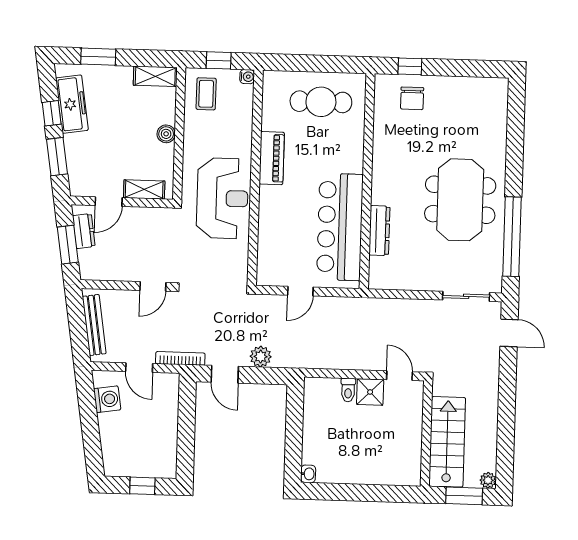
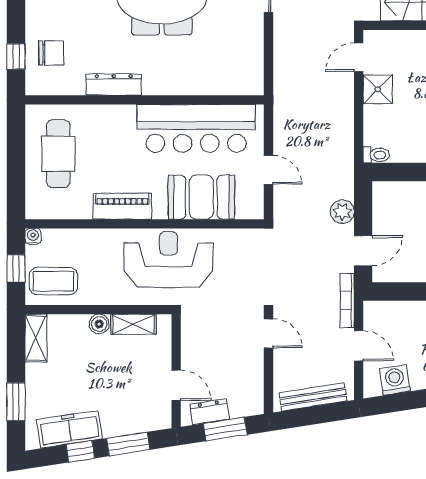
coffee table: (206, 94) -> (53, 281), width x1.36, depth x1.30
shelving: (144, 189) -> (133, 324), moved, turned 90
booth: (278, 230) -> (201, 197), added
dresser: (379, 231) -> (114, 85), moved
door: (139, 368) -> (359, 346), hinge flipped
toilet: (348, 390) -> (376, 155), moved

